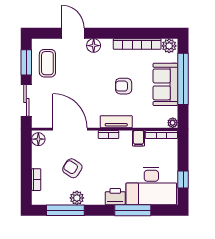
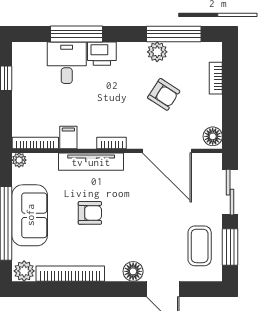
tv unit: (116, 122) -> (91, 162), width x1.41
desk: (151, 186) -> (67, 63), width x0.53, depth x0.77

